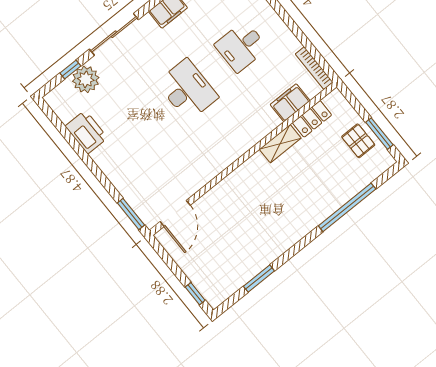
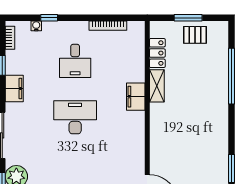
bookcase: (314, 68) -> (108, 26), moved
filing cabinet: (290, 103) -> (136, 97), moved
window: (379, 134) -> (188, 18), moved

